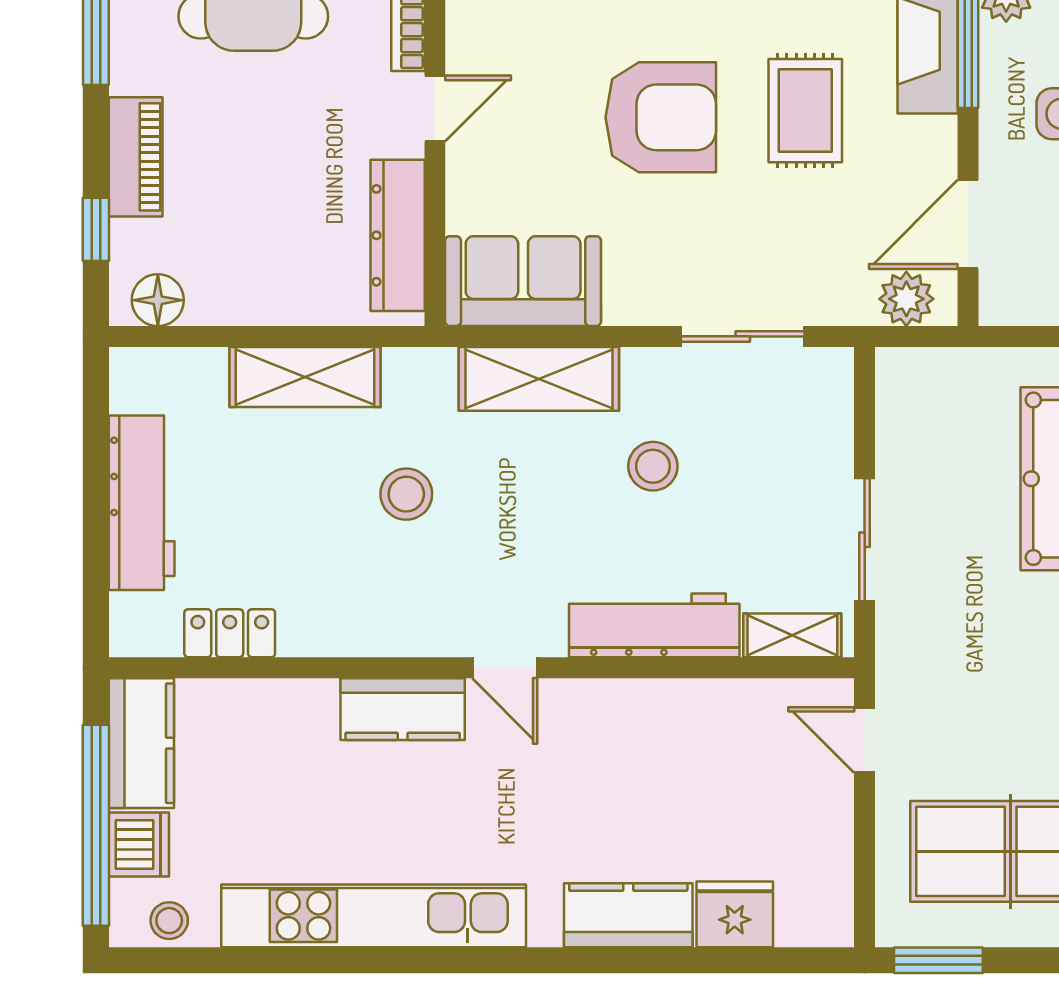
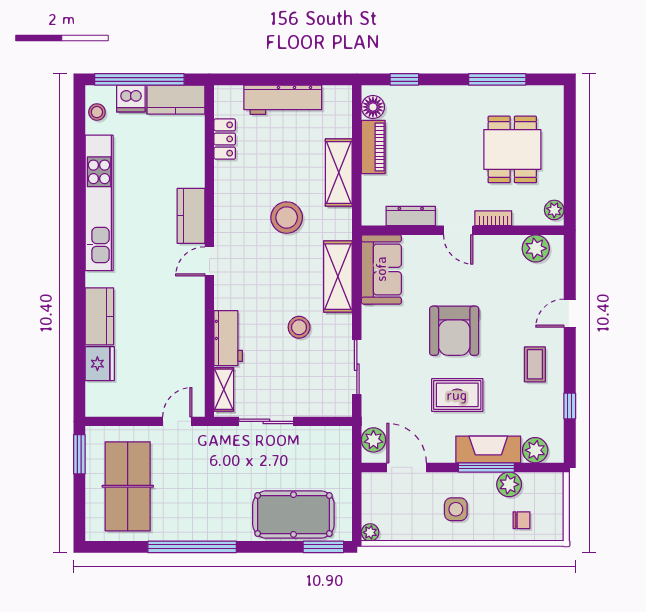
piano: (136, 157) -> (373, 147), moved, turned -90
dresser: (398, 235) -> (411, 216), width x0.73, depth x0.80
stool: (406, 494) -> (287, 218), width x1.38, depth x1.38
workbench: (654, 625) -> (228, 338), width x0.73

